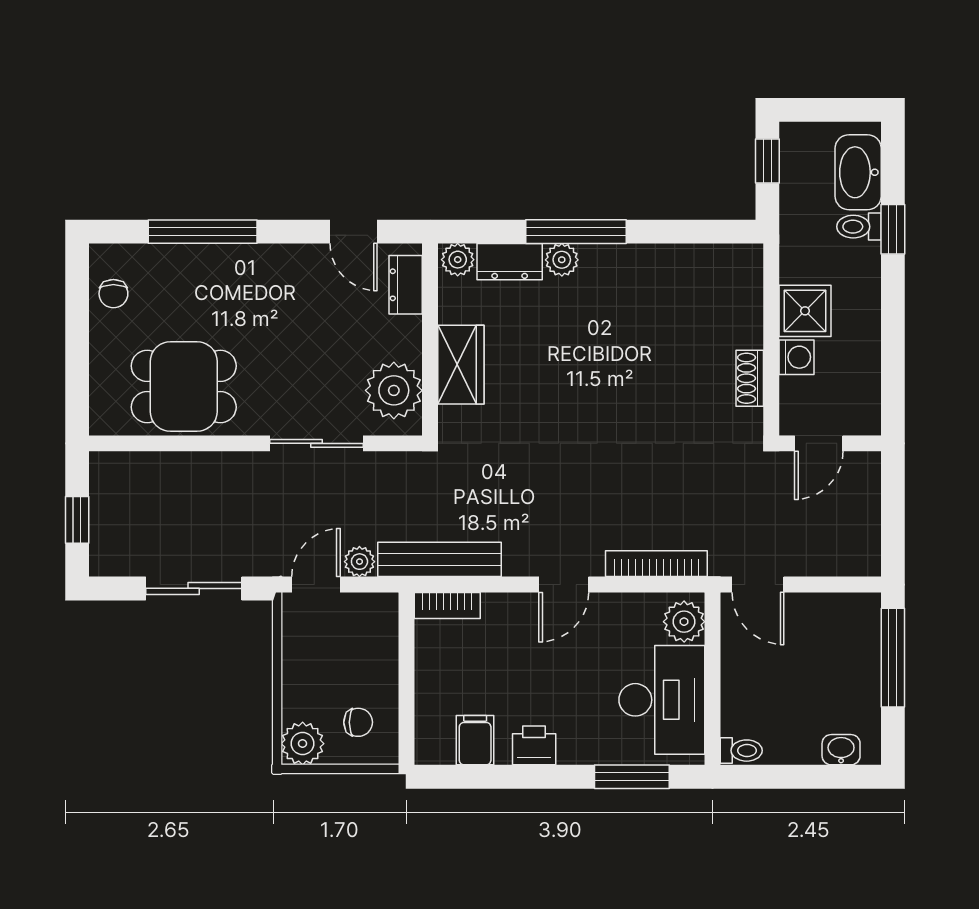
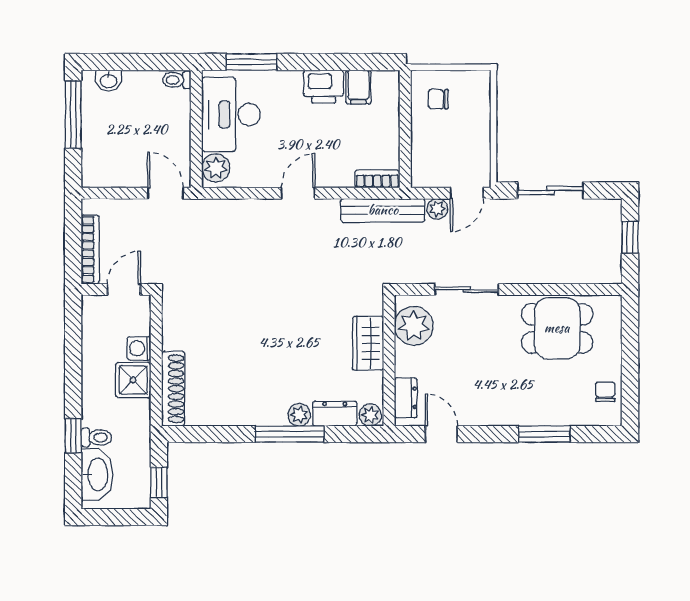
window: (203, 232) -> (544, 434), width x0.69
shoe rack: (750, 378) -> (173, 389), moved, width x1.94, depth x1.24
bookcase: (656, 564) -> (90, 250), moved, turned -90
window: (893, 658) -> (73, 115), moved
plant: (303, 744) -> (476, 85), removed
printer: (534, 745) -> (323, 87), width x1.36, depth x1.24

